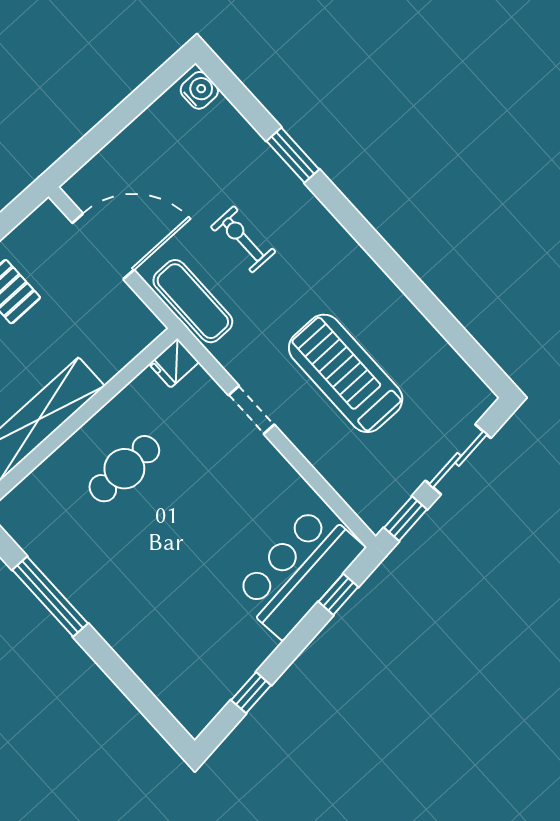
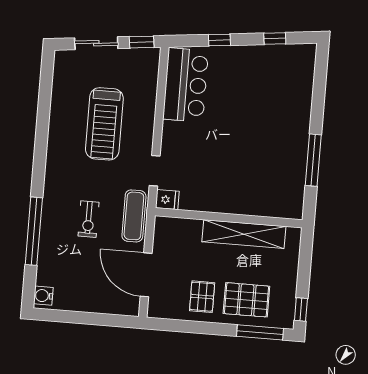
window: (293, 155) -> (34, 231), width x2.11
doorway: (251, 410) -> (155, 171), moved
cafe table: (124, 469) -> (231, 179), removed
bar counter: (299, 572) -> (186, 85), moved, turned -84
window: (338, 594) -> (219, 40), moved

